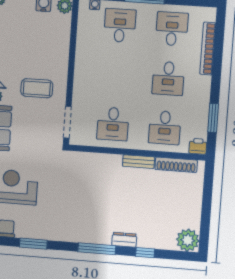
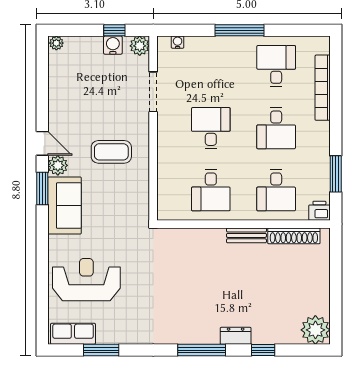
desk: (120, 25) -> (211, 128), moved
doorway: (67, 122) -> (153, 92), moved
window: (33, 244) -> (101, 350), moved

